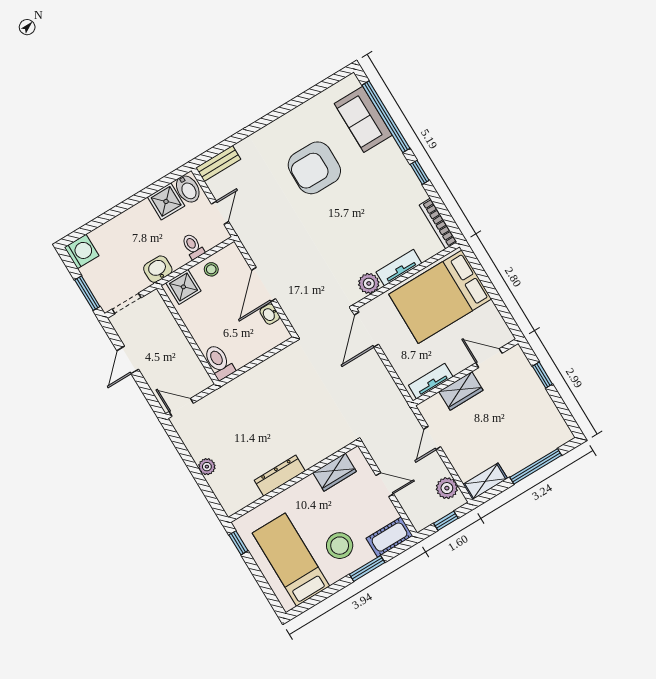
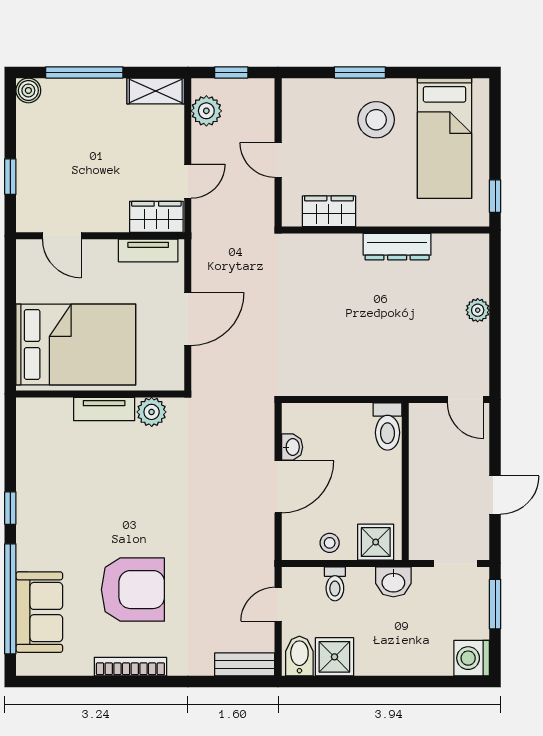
bookcase: (438, 223) -> (130, 667), moved, turned -90
door: (366, 330) -> (188, 319), moved
wardrobe: (461, 391) -> (156, 217), moved
boiler: (563, 435) -> (28, 90), added
cot: (389, 537) -> (310, 94), removed

